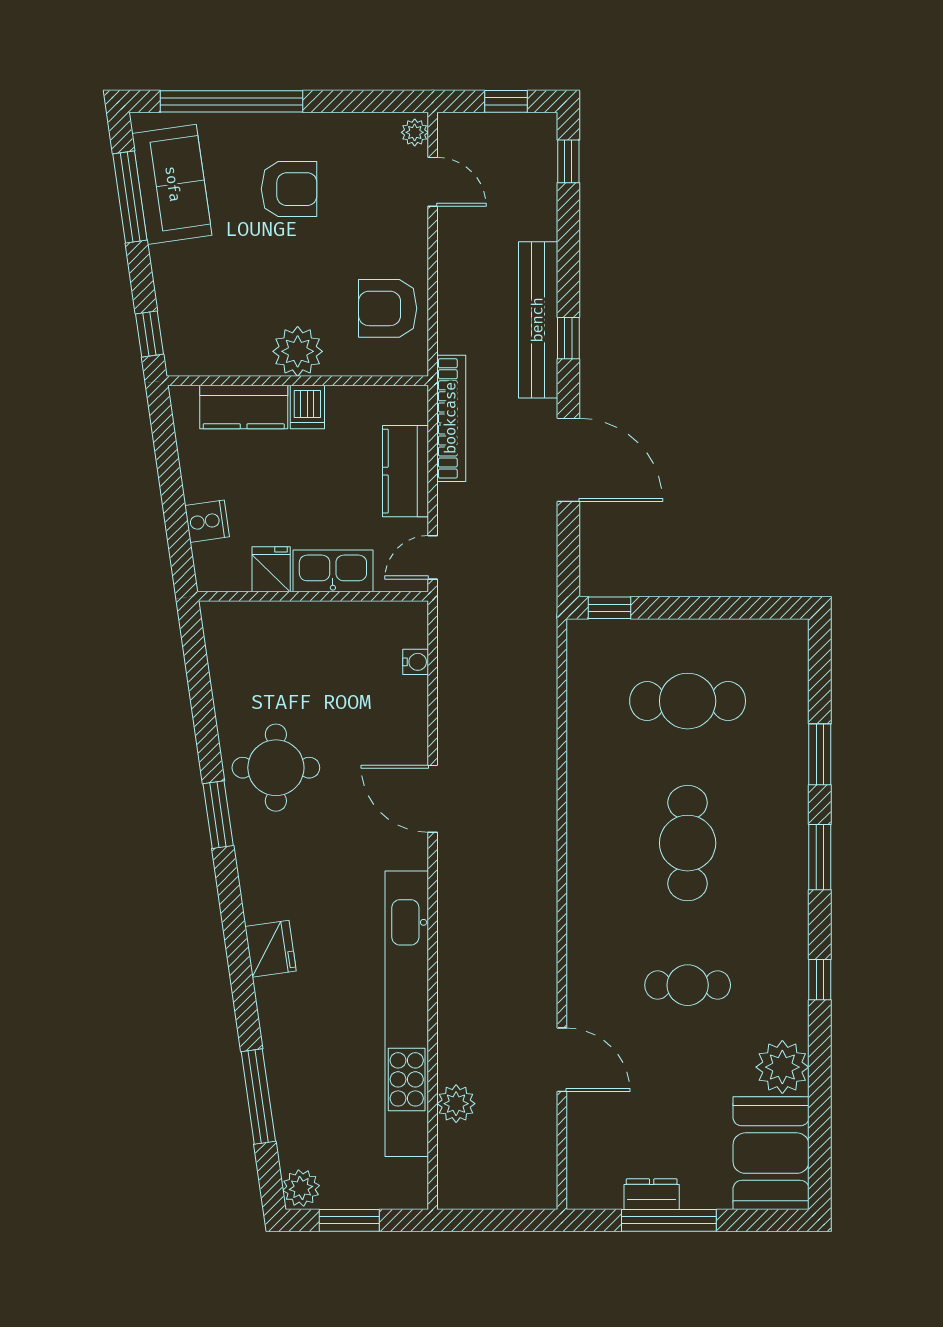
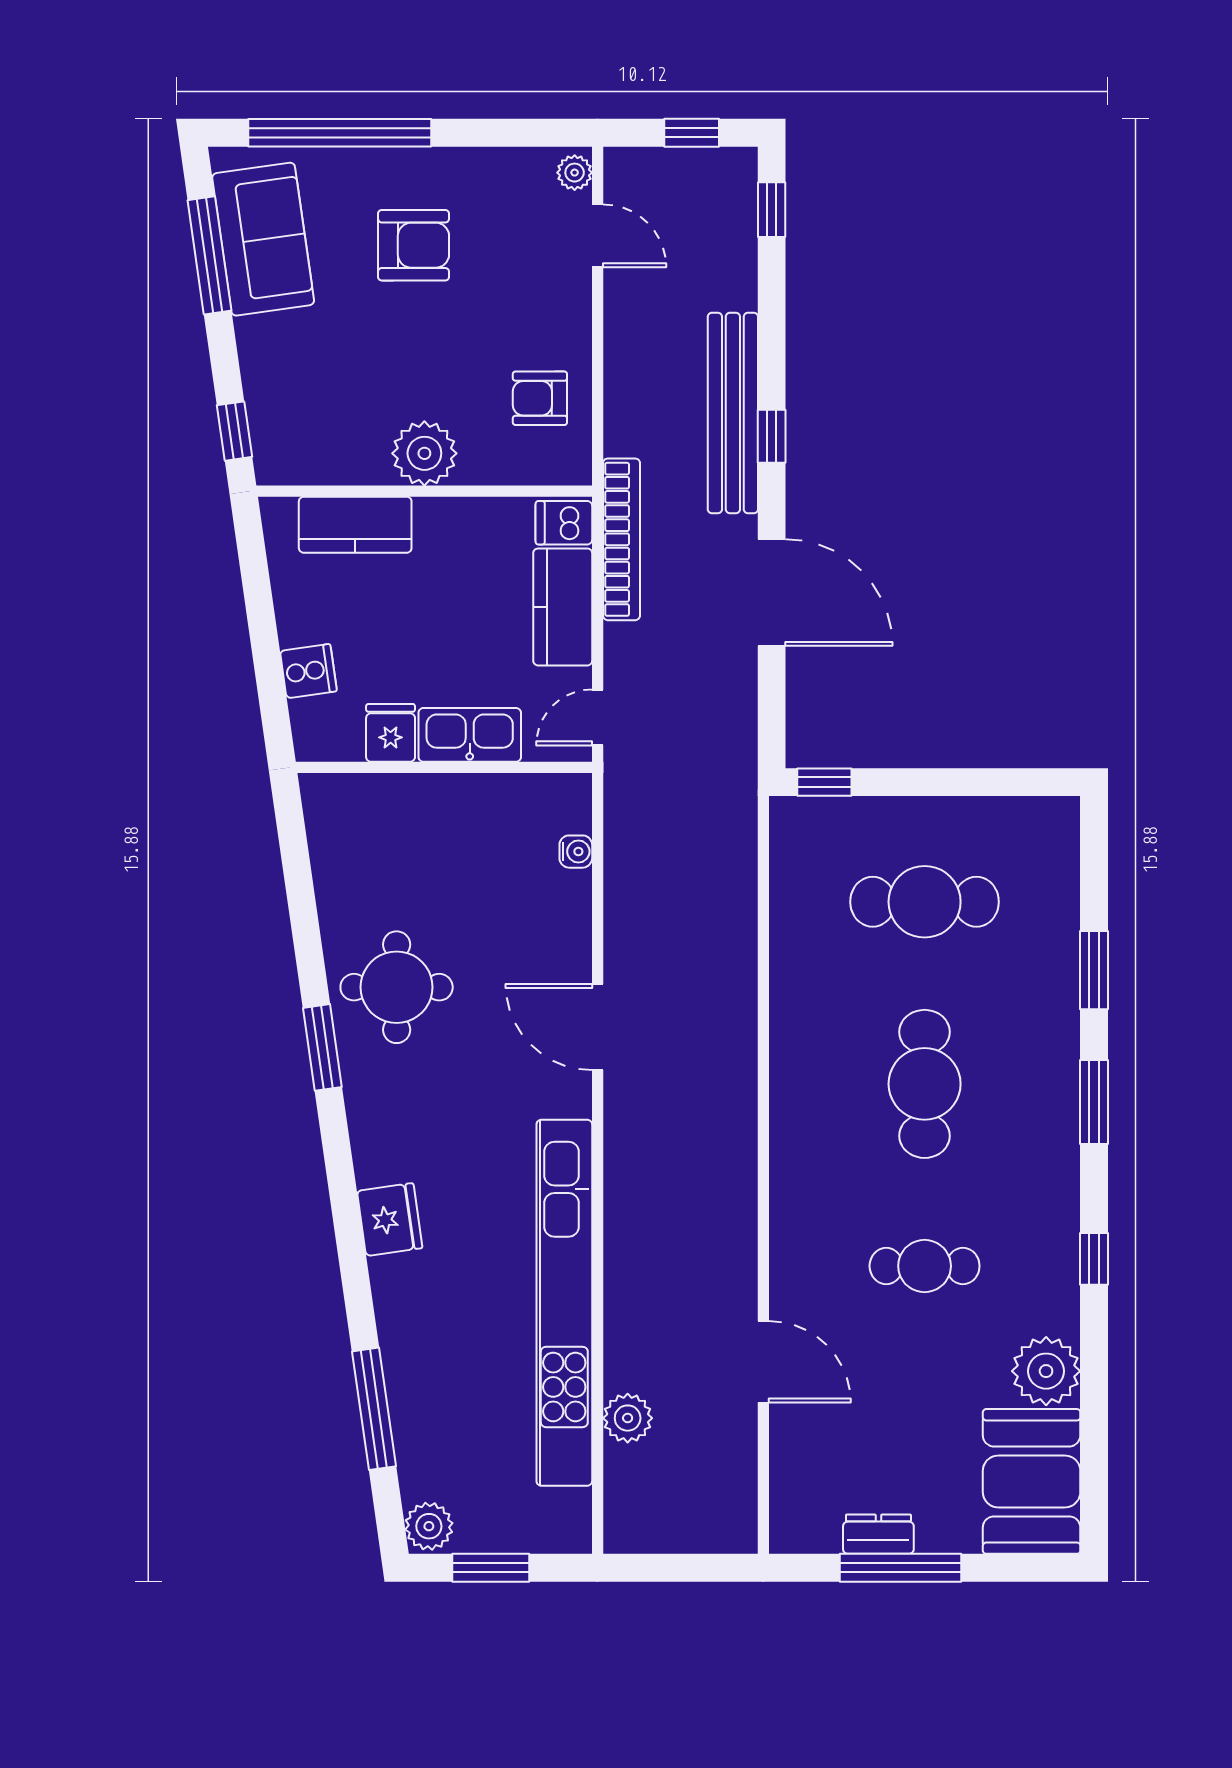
armchair: (388, 308) -> (540, 398), width x0.72, depth x0.72
dishwasher: (307, 407) -> (564, 523), moved, turned 90

